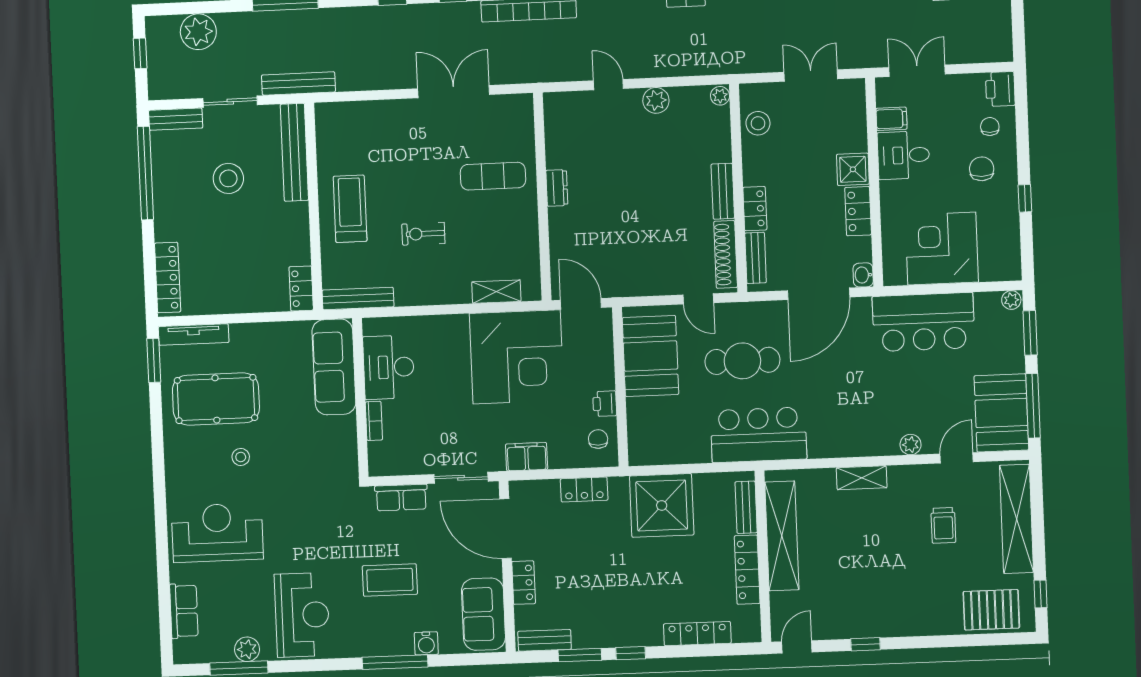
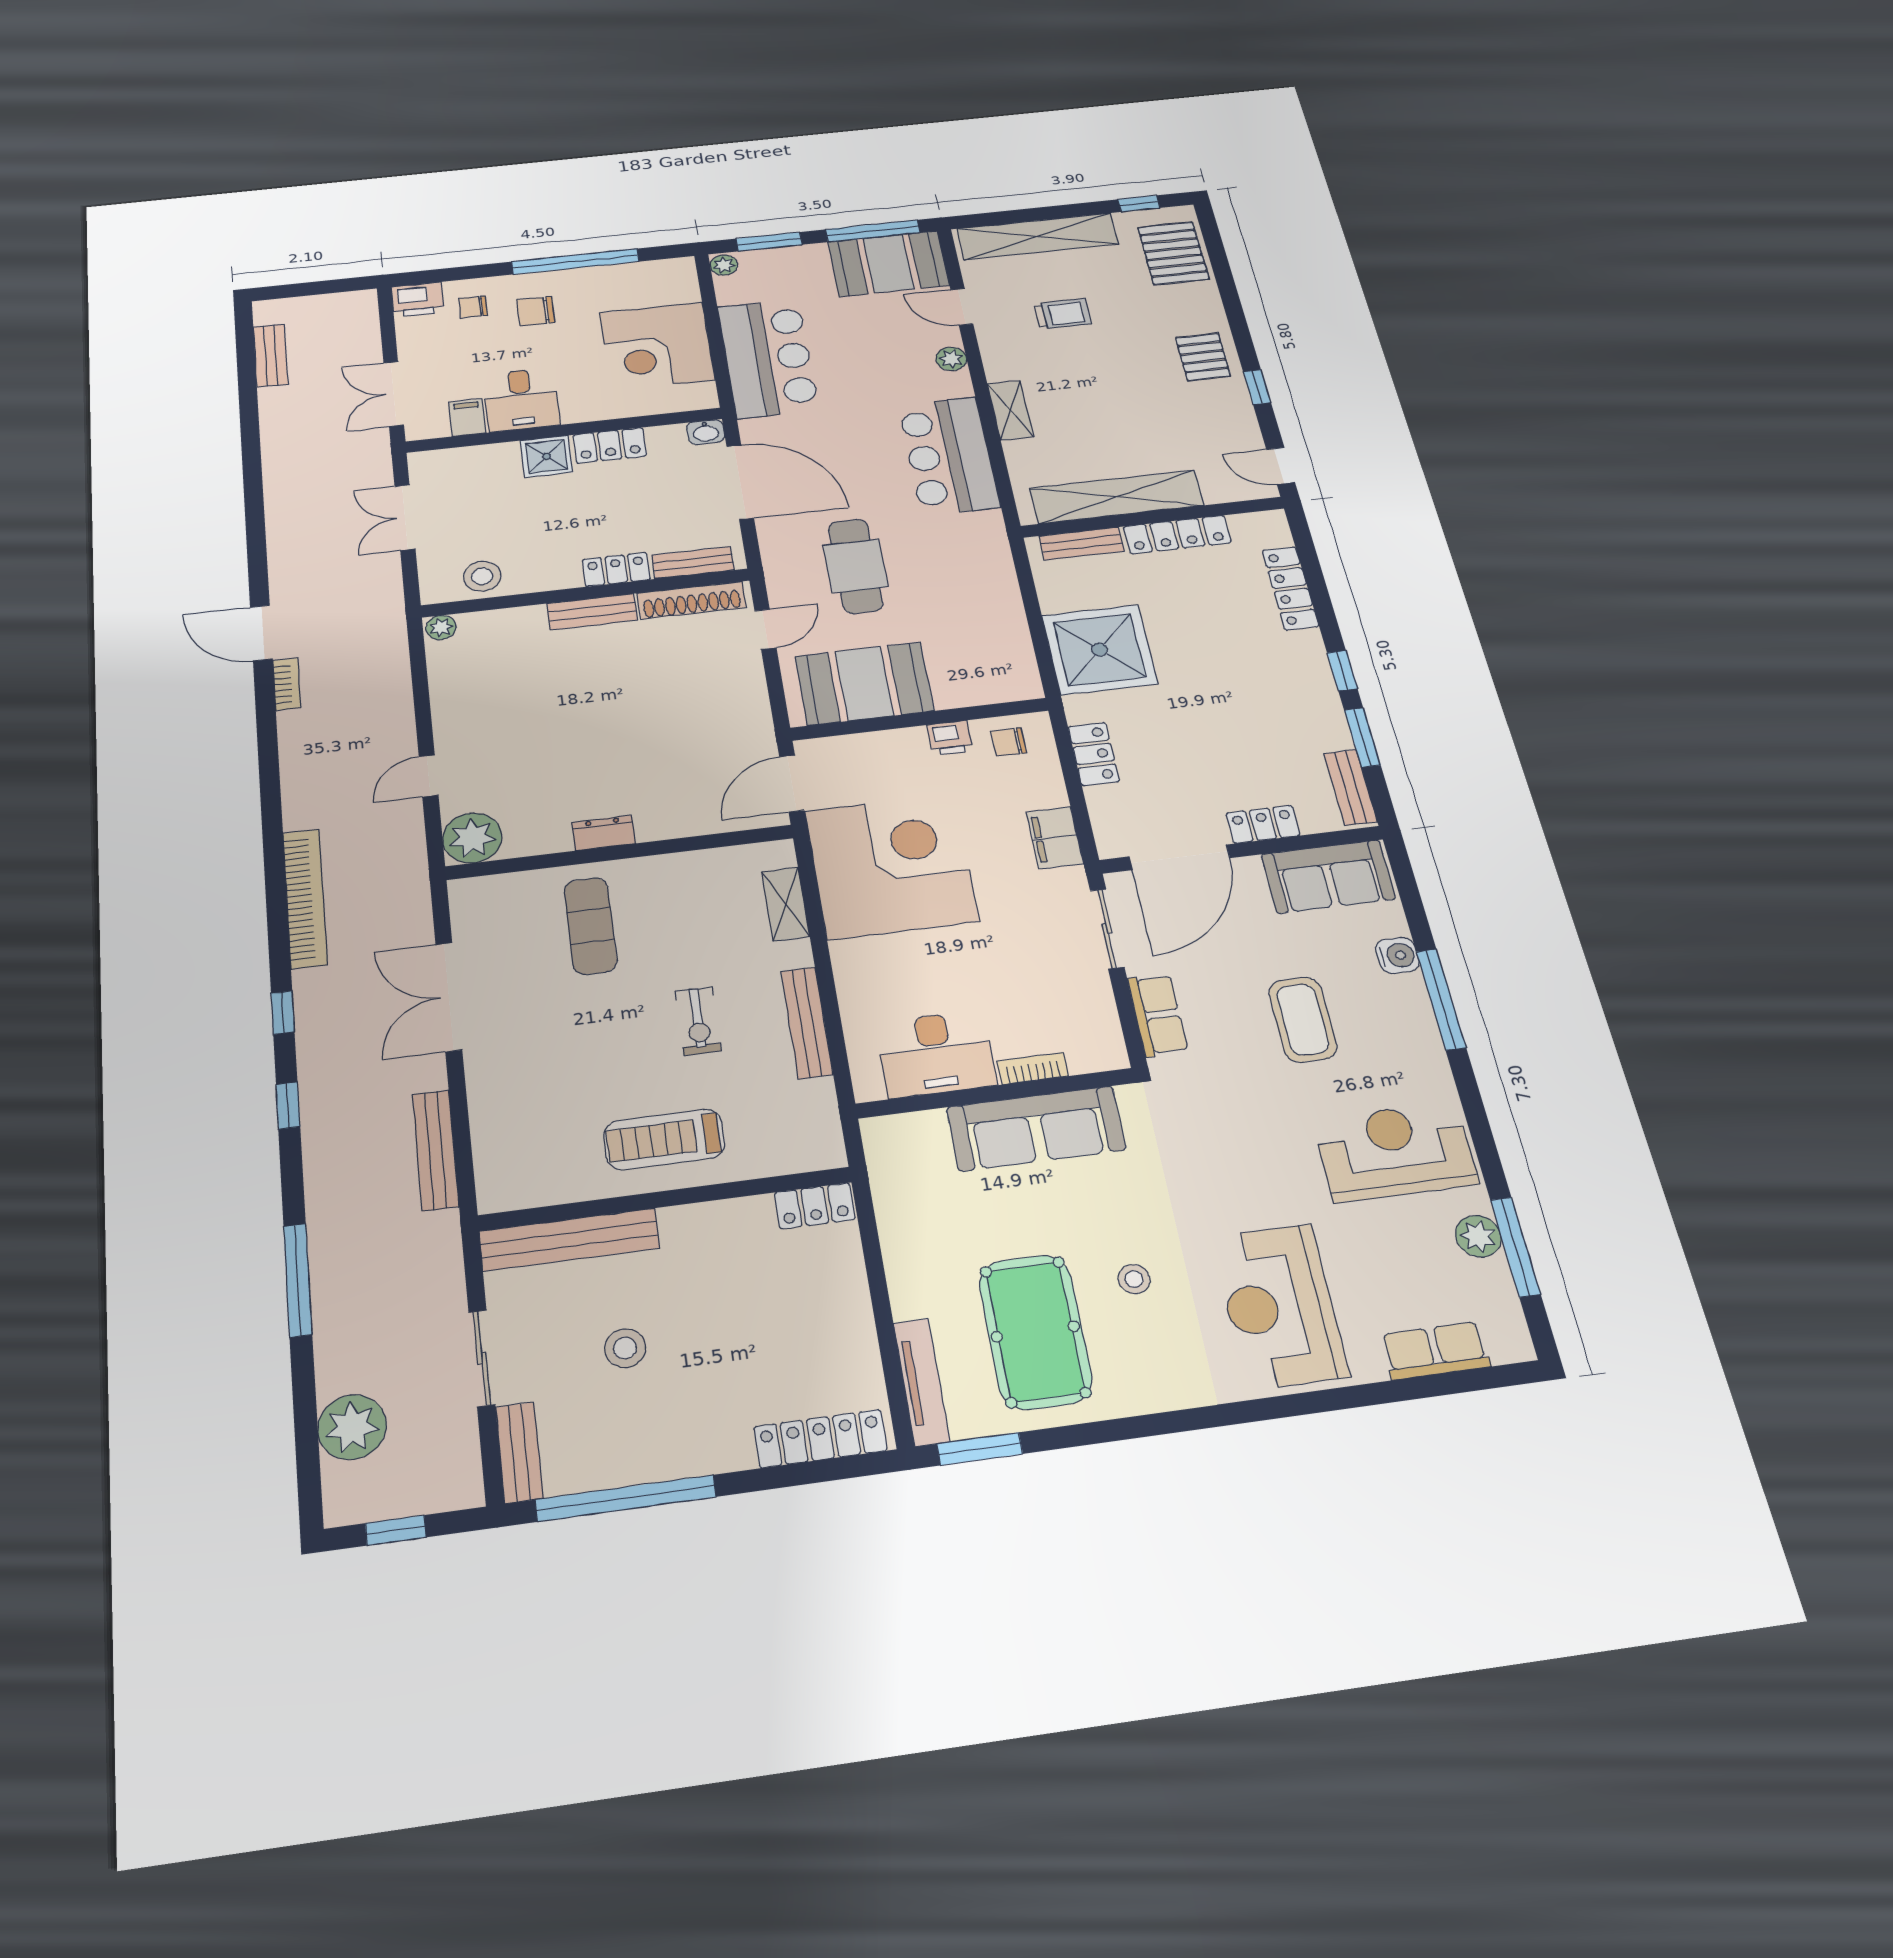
bench: (298, 83) -> (436, 1150), moved
plant: (656, 100) -> (472, 838), moved, width x1.36, depth x1.36
stool: (228, 178) -> (625, 1348), width x0.73, depth x0.73
window: (1025, 198) -> (575, 262), width x3.17
bench: (358, 298) -> (807, 1023), moved
sofa: (334, 367) -> (1036, 1129), moved
bar counter: (759, 435) -> (949, 456), moved
pallet: (895, 613) -> (1203, 357), added

